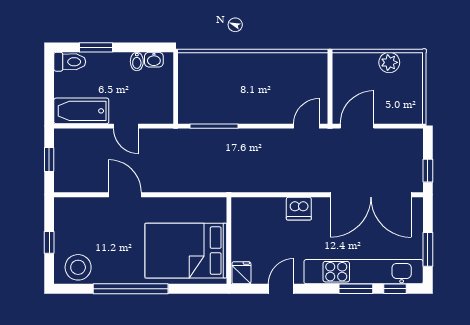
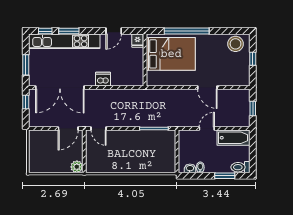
plant: (389, 62) -> (77, 167), moved
door: (126, 126) -> (207, 129), hinge flipped
door: (306, 126) -> (99, 129), hinge flipped
double door: (371, 195) -> (60, 87), swing flipped
window: (428, 249) -> (26, 65), moved
window: (131, 289) -> (187, 31), moved

